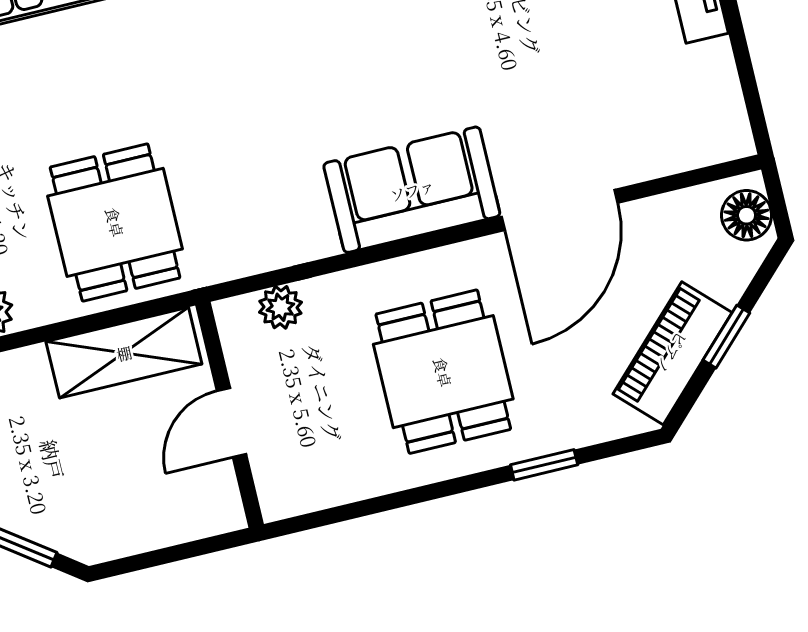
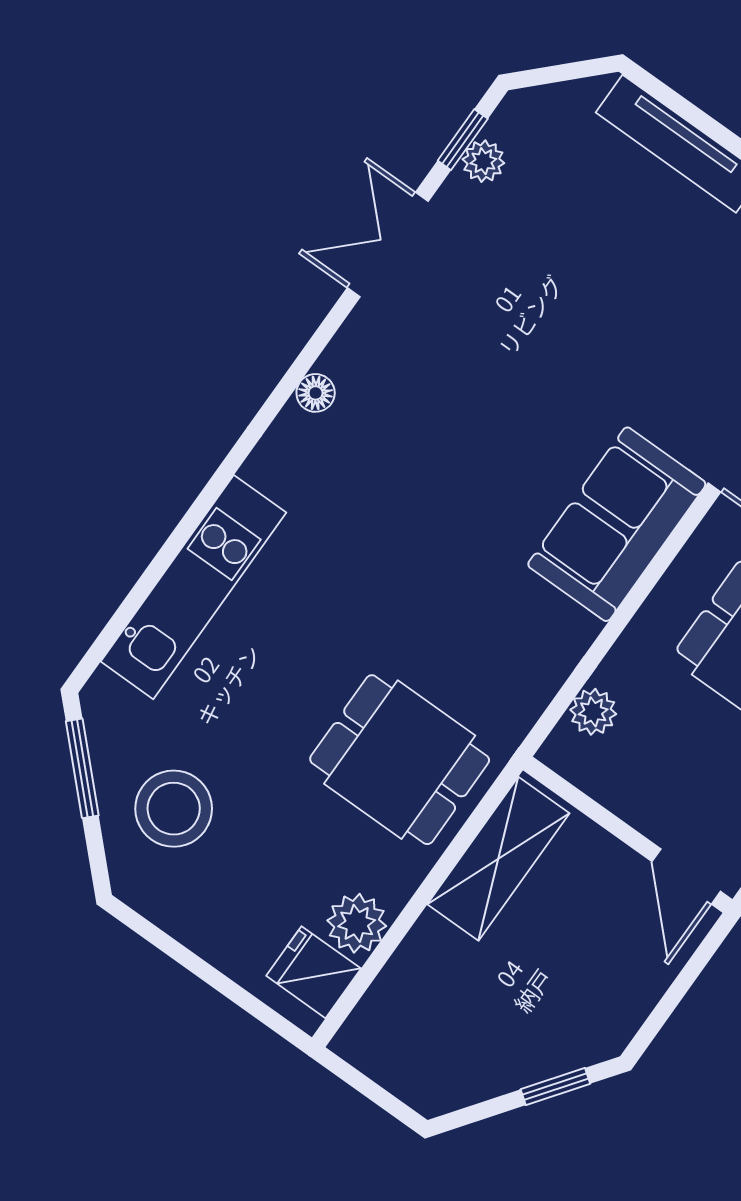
door: (231, 423) -> (686, 876), moved

